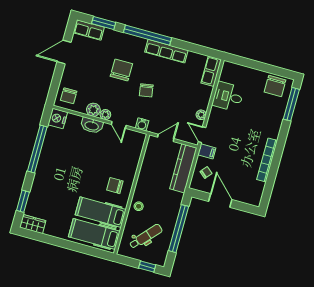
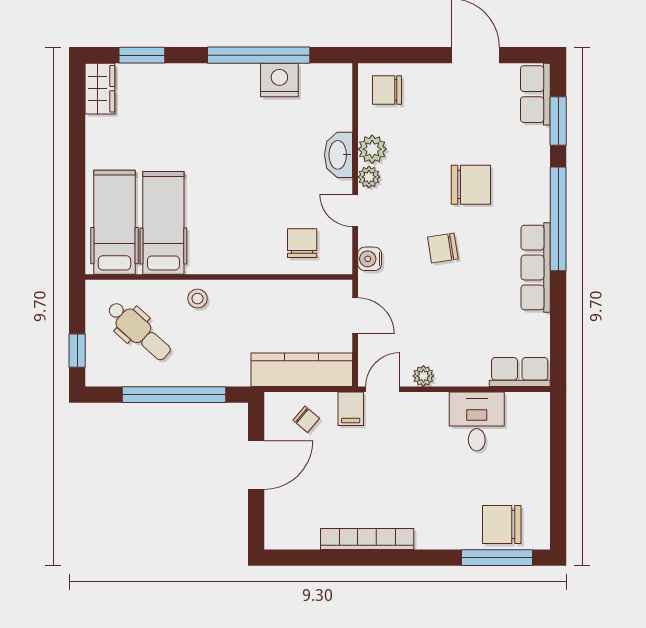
chair: (275, 86) -> (502, 525), moved
nightstand: (58, 118) -> (279, 80), moved
door: (119, 125) -> (355, 211), hinge flipped
chair: (115, 186) -> (302, 243), moved

